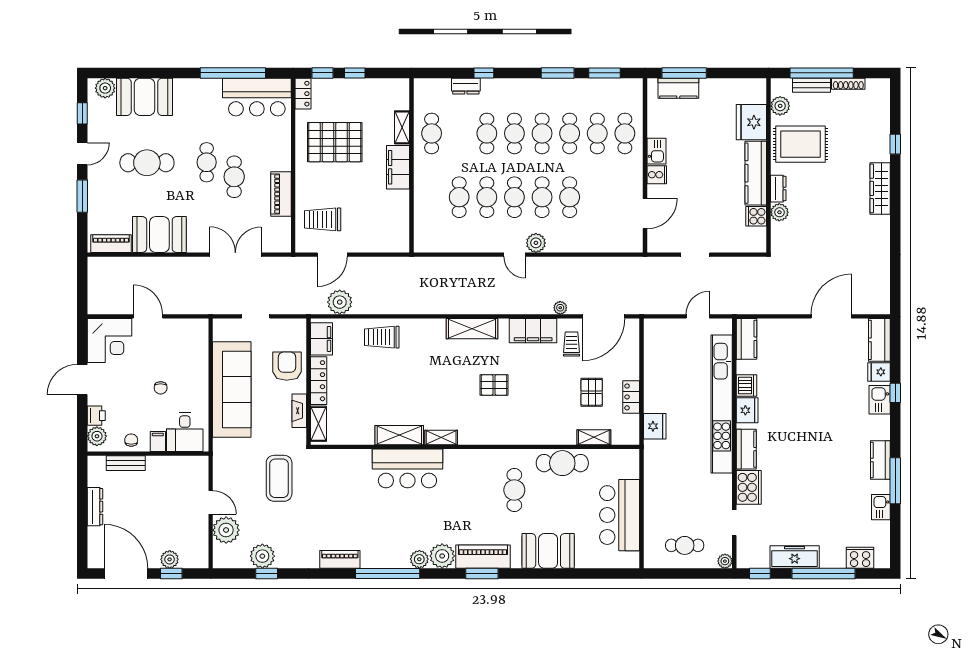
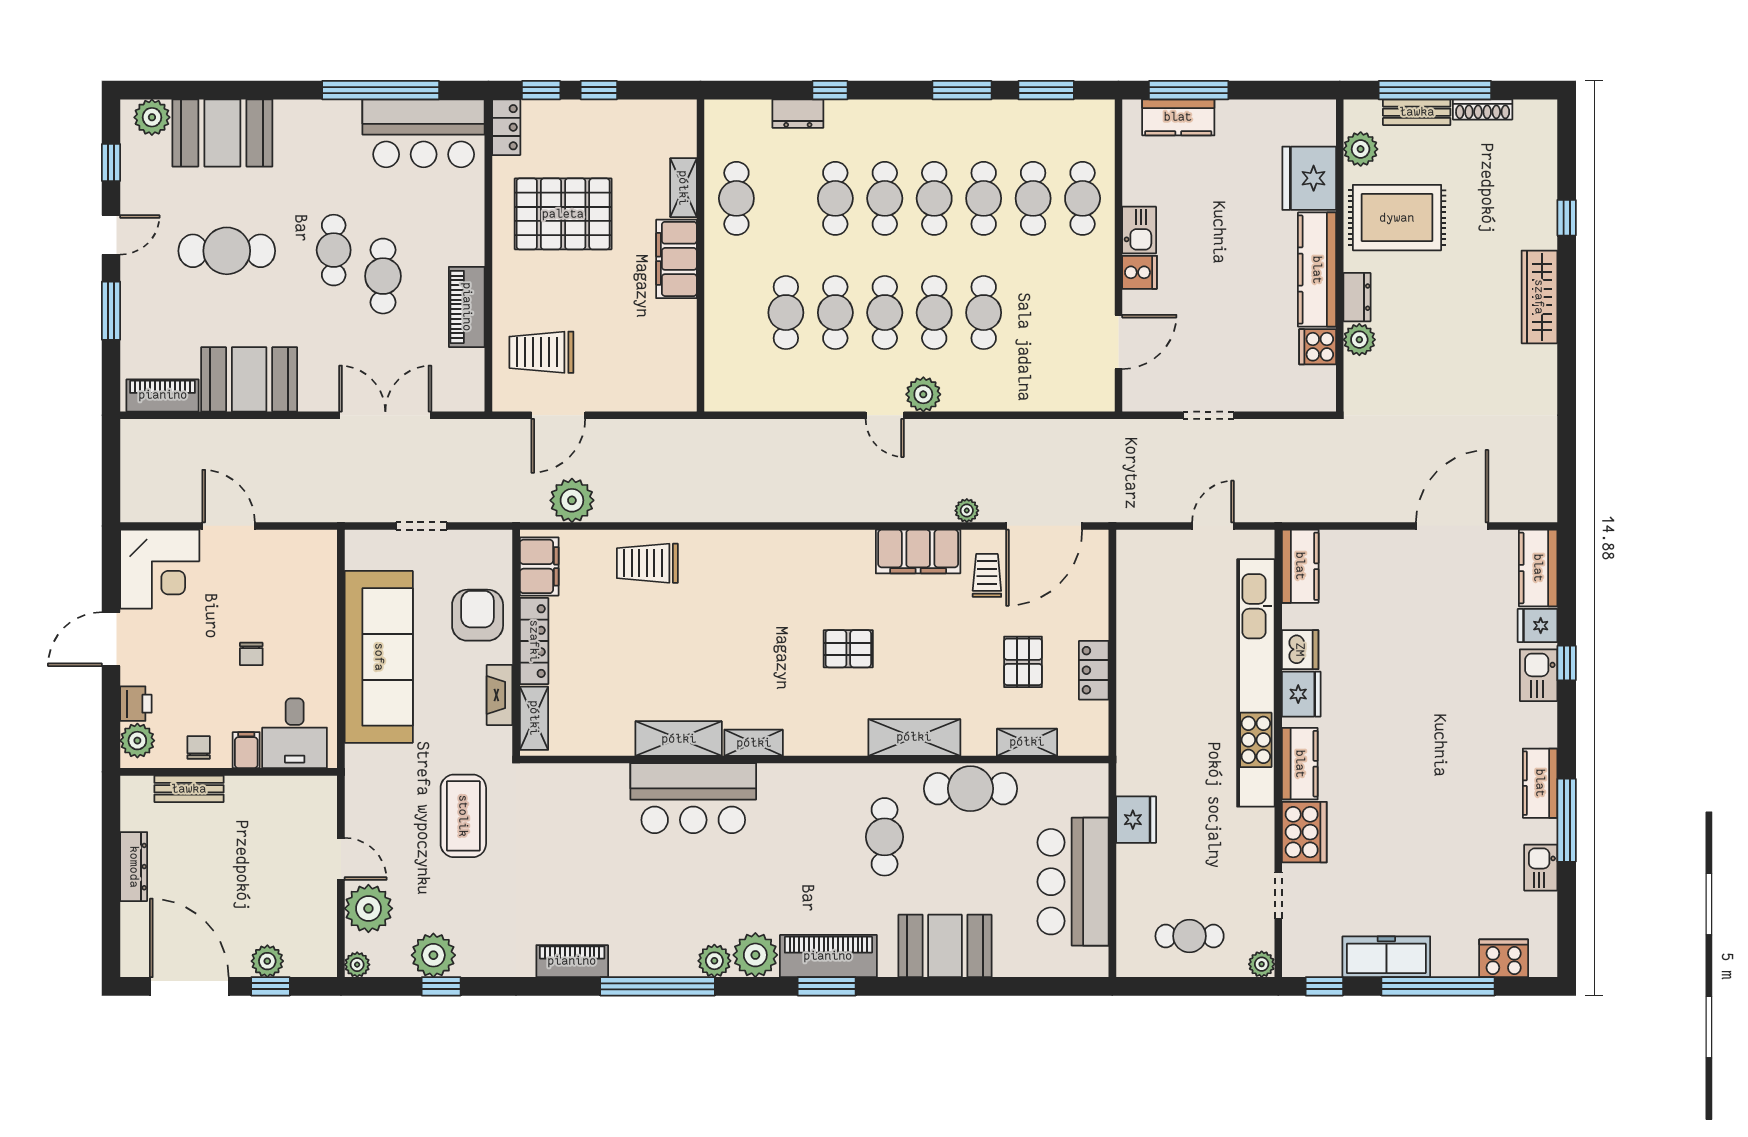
shelving: (472, 329) -> (914, 737), moved
fridge: (655, 426) -> (1136, 820), moved
plant: (220, 561) -> (357, 965), added

